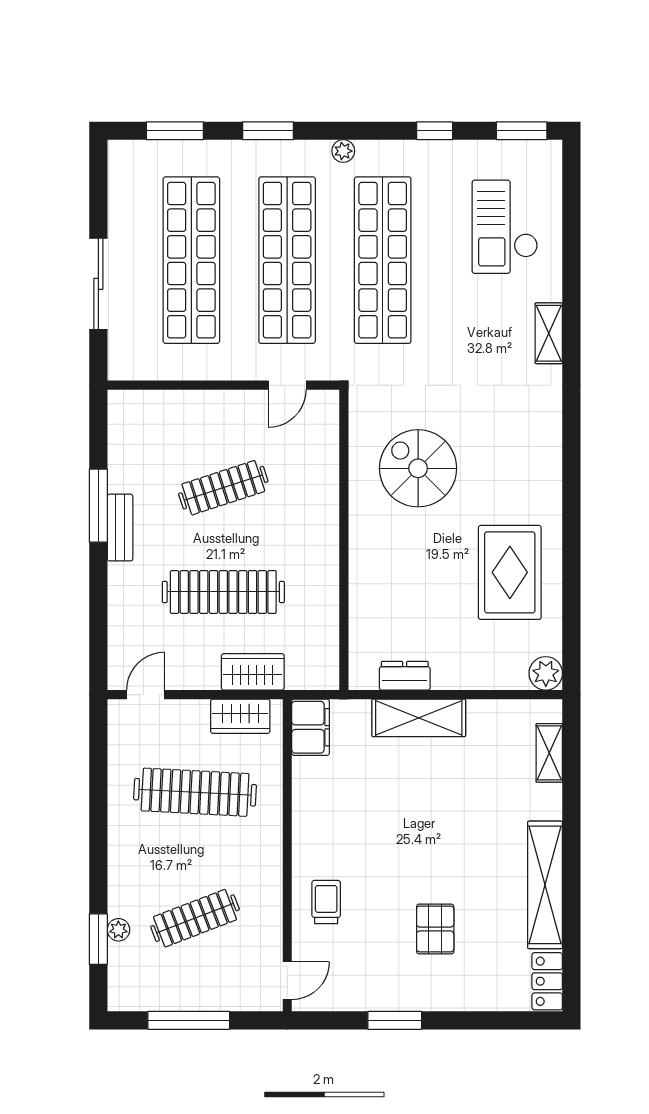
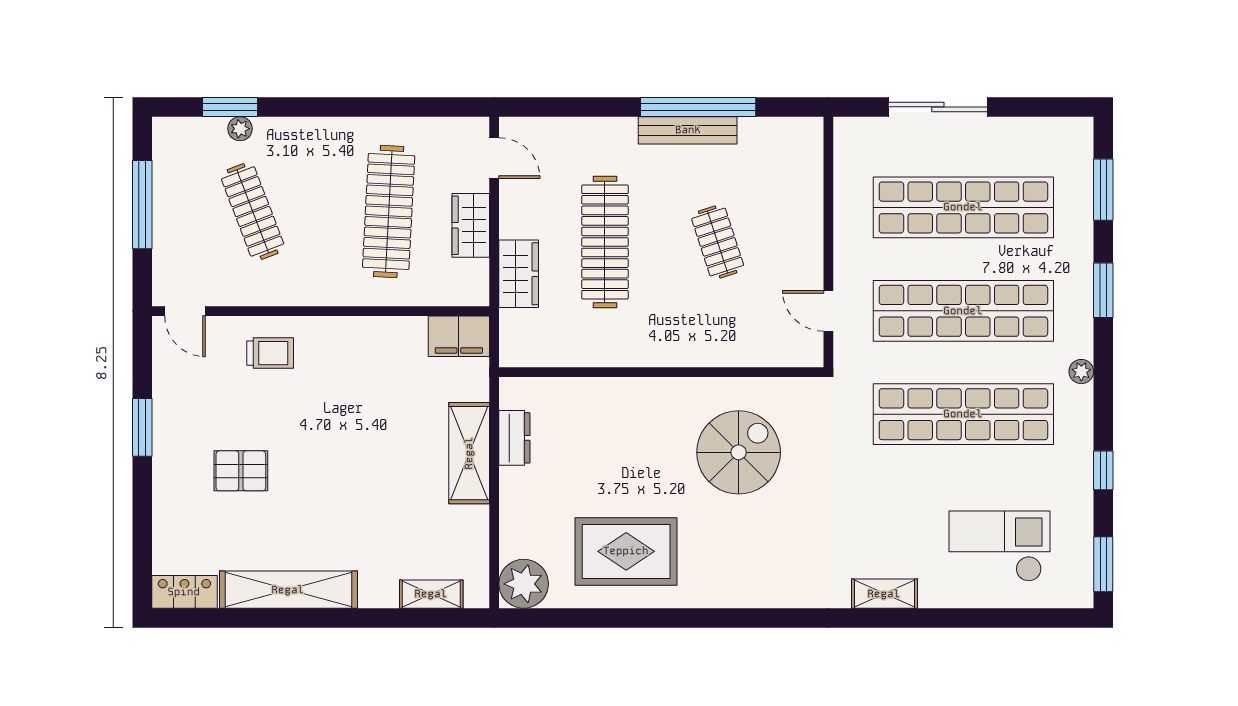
clothes rail: (223, 488) -> (718, 242), width x0.73
window: (98, 506) -> (698, 107), width x1.46
bench: (120, 528) -> (688, 130), width x1.36
plant: (546, 673) -> (524, 584), width x1.36, depth x1.36
wardrobe: (240, 716) -> (471, 225), moved

